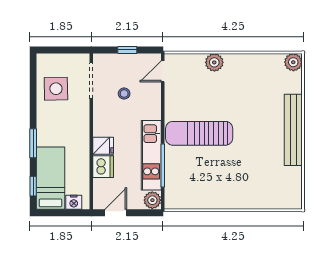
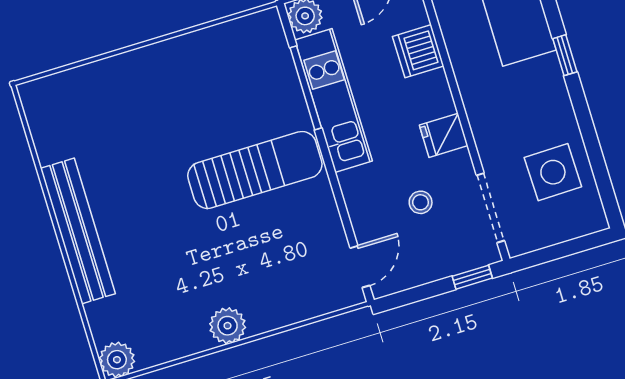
window: (127, 50) -> (472, 277), moved
plant: (214, 62) -> (228, 326), moved
window: (33, 143) -> (565, 55), width x0.67
fridge: (103, 146) -> (444, 135), moved

